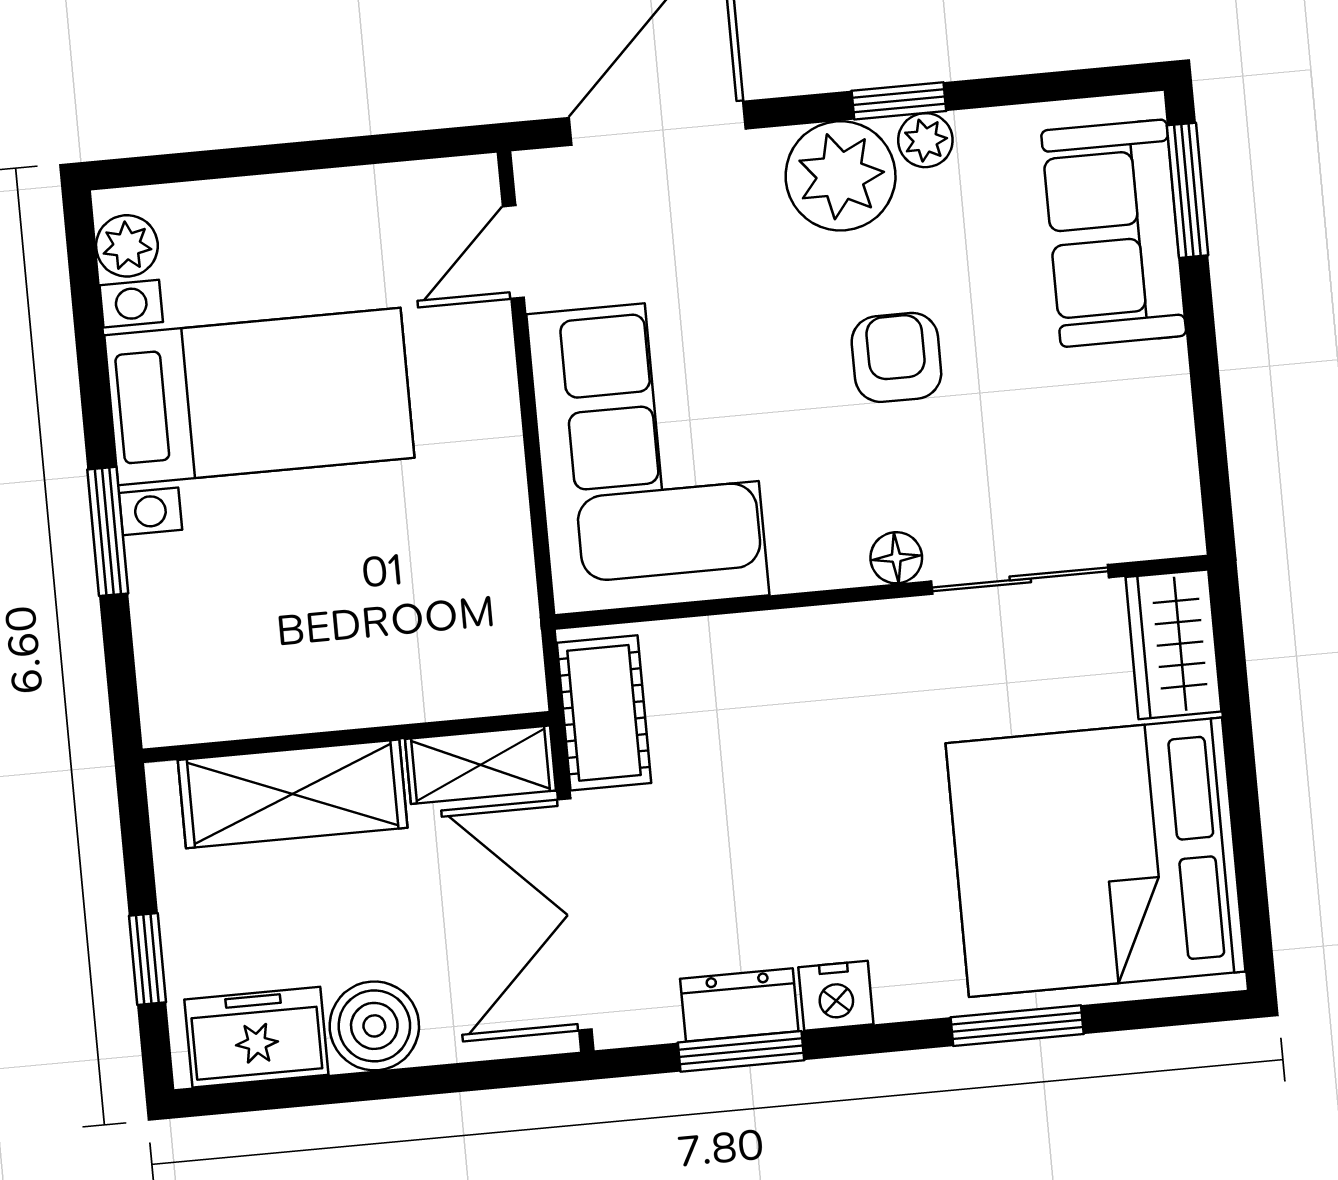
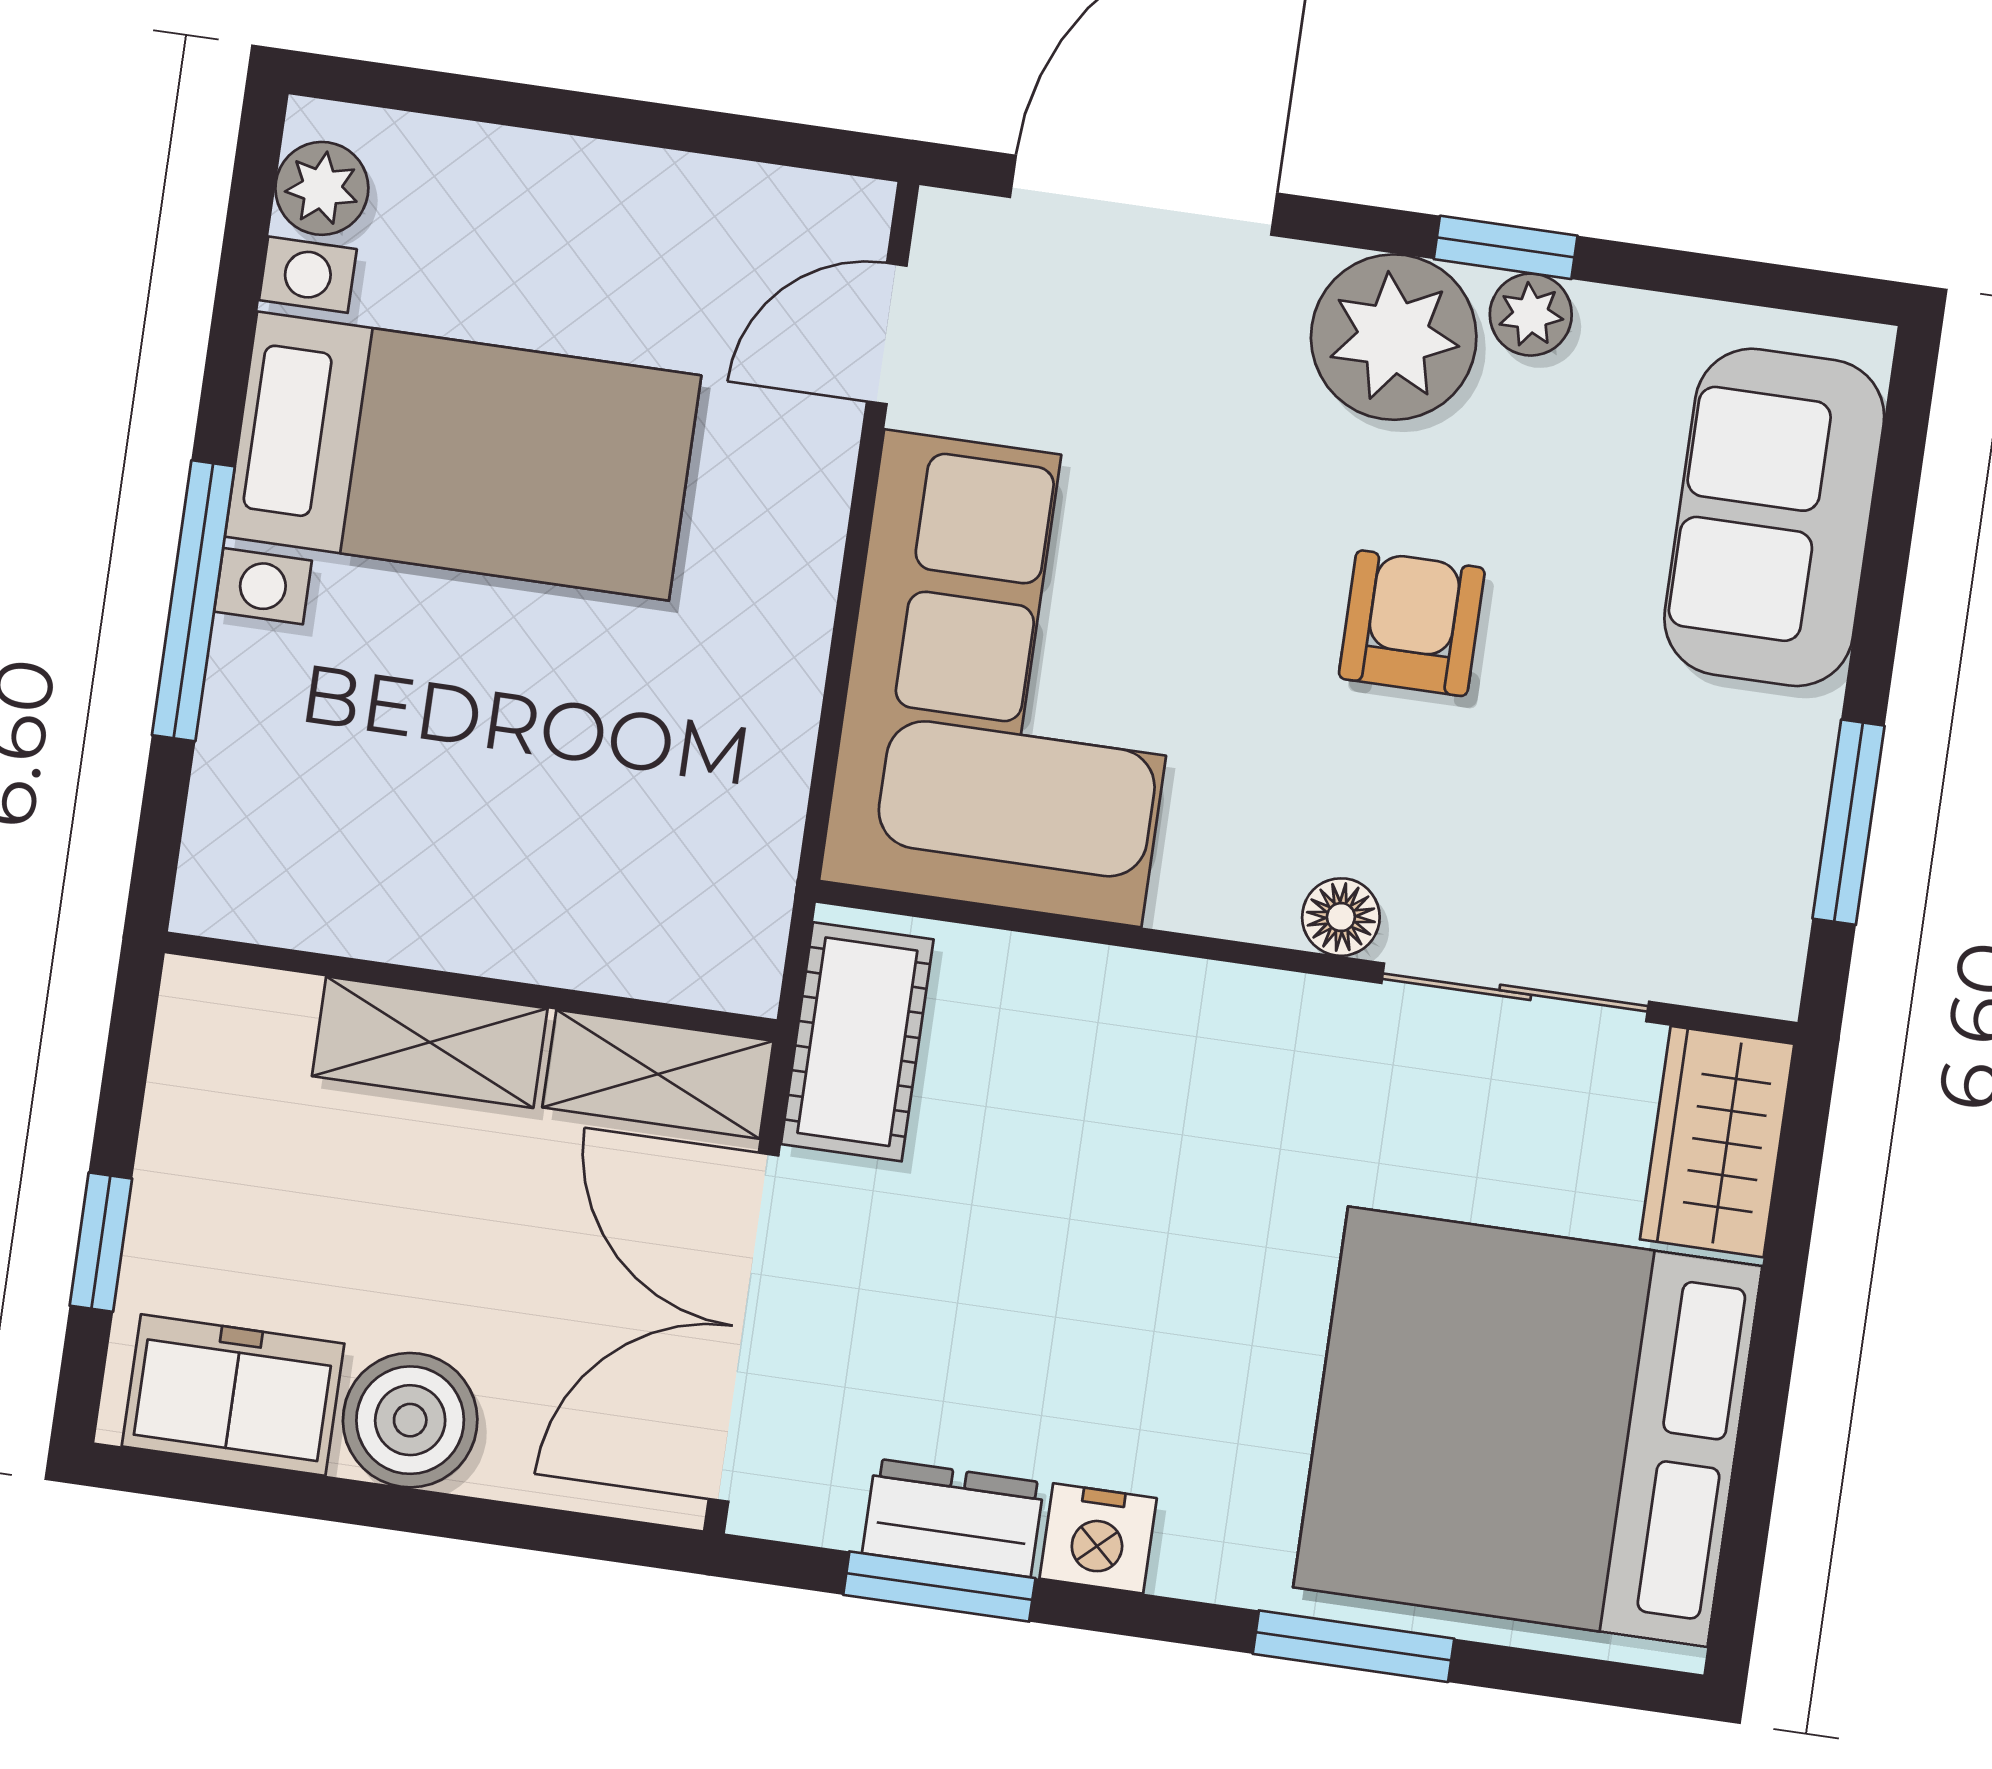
window: (1188, 190) -> (1849, 822), moved
window: (108, 531) -> (193, 601), width x1.44
shelving: (293, 794) -> (430, 1042), width x0.67, depth x0.75

